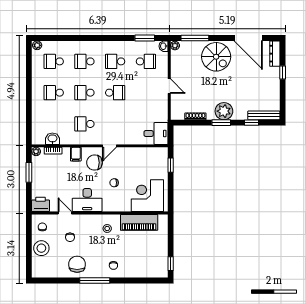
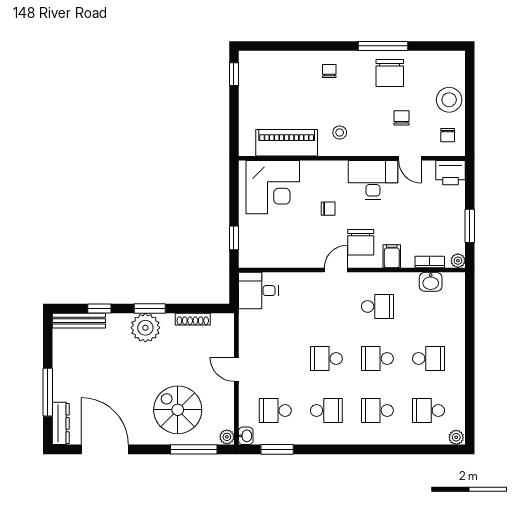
spiral stairs: (216, 57) -> (178, 410), moved
school desk: (54, 61) -> (429, 411), turned 180
school desk: (84, 61) -> (377, 411), turned 180
window: (283, 72) -> (48, 392), width x2.17
school desk: (84, 93) -> (377, 358), turned 180
chair: (94, 163) -> (361, 242), turned 90
window: (95, 281) -> (383, 46), moved

